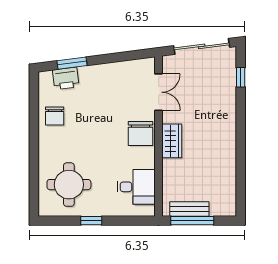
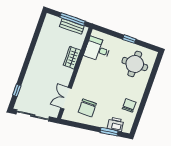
chair: (141, 133) -> (87, 108), moved, turned 180
wardrobe: (172, 141) -> (72, 58), moved

